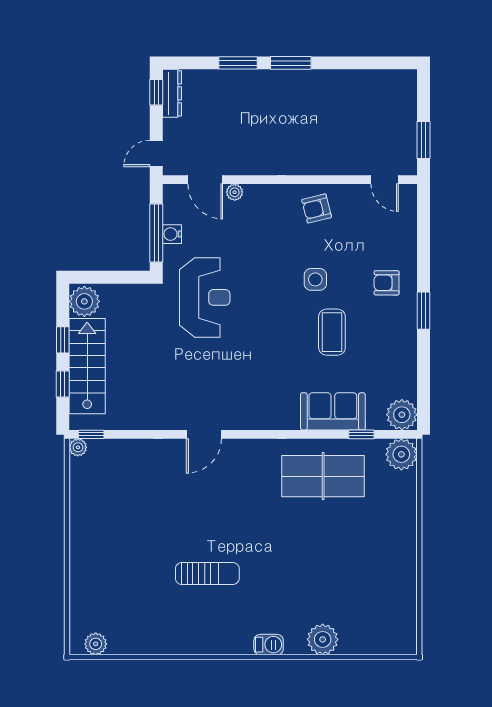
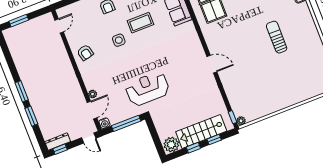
window: (424, 140) -> (19, 21), moved
water cooler: (172, 234) -> (105, 123), moved

